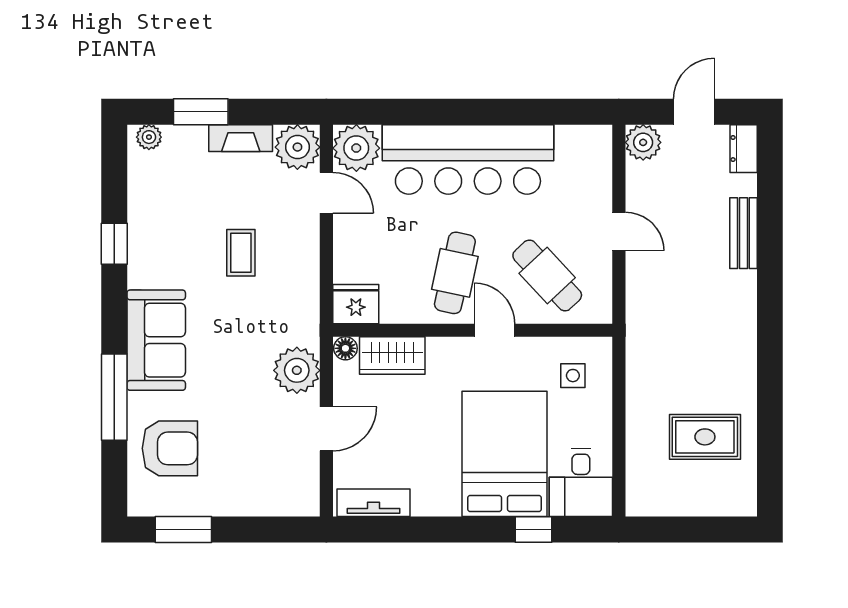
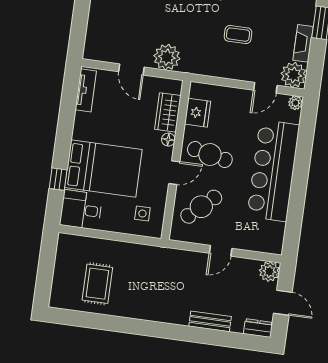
plant: (356, 148) -> (296, 103), width x0.53, depth x0.53
fridge: (356, 304) -> (198, 113), moved
floor lamp: (345, 348) -> (168, 140), moved

